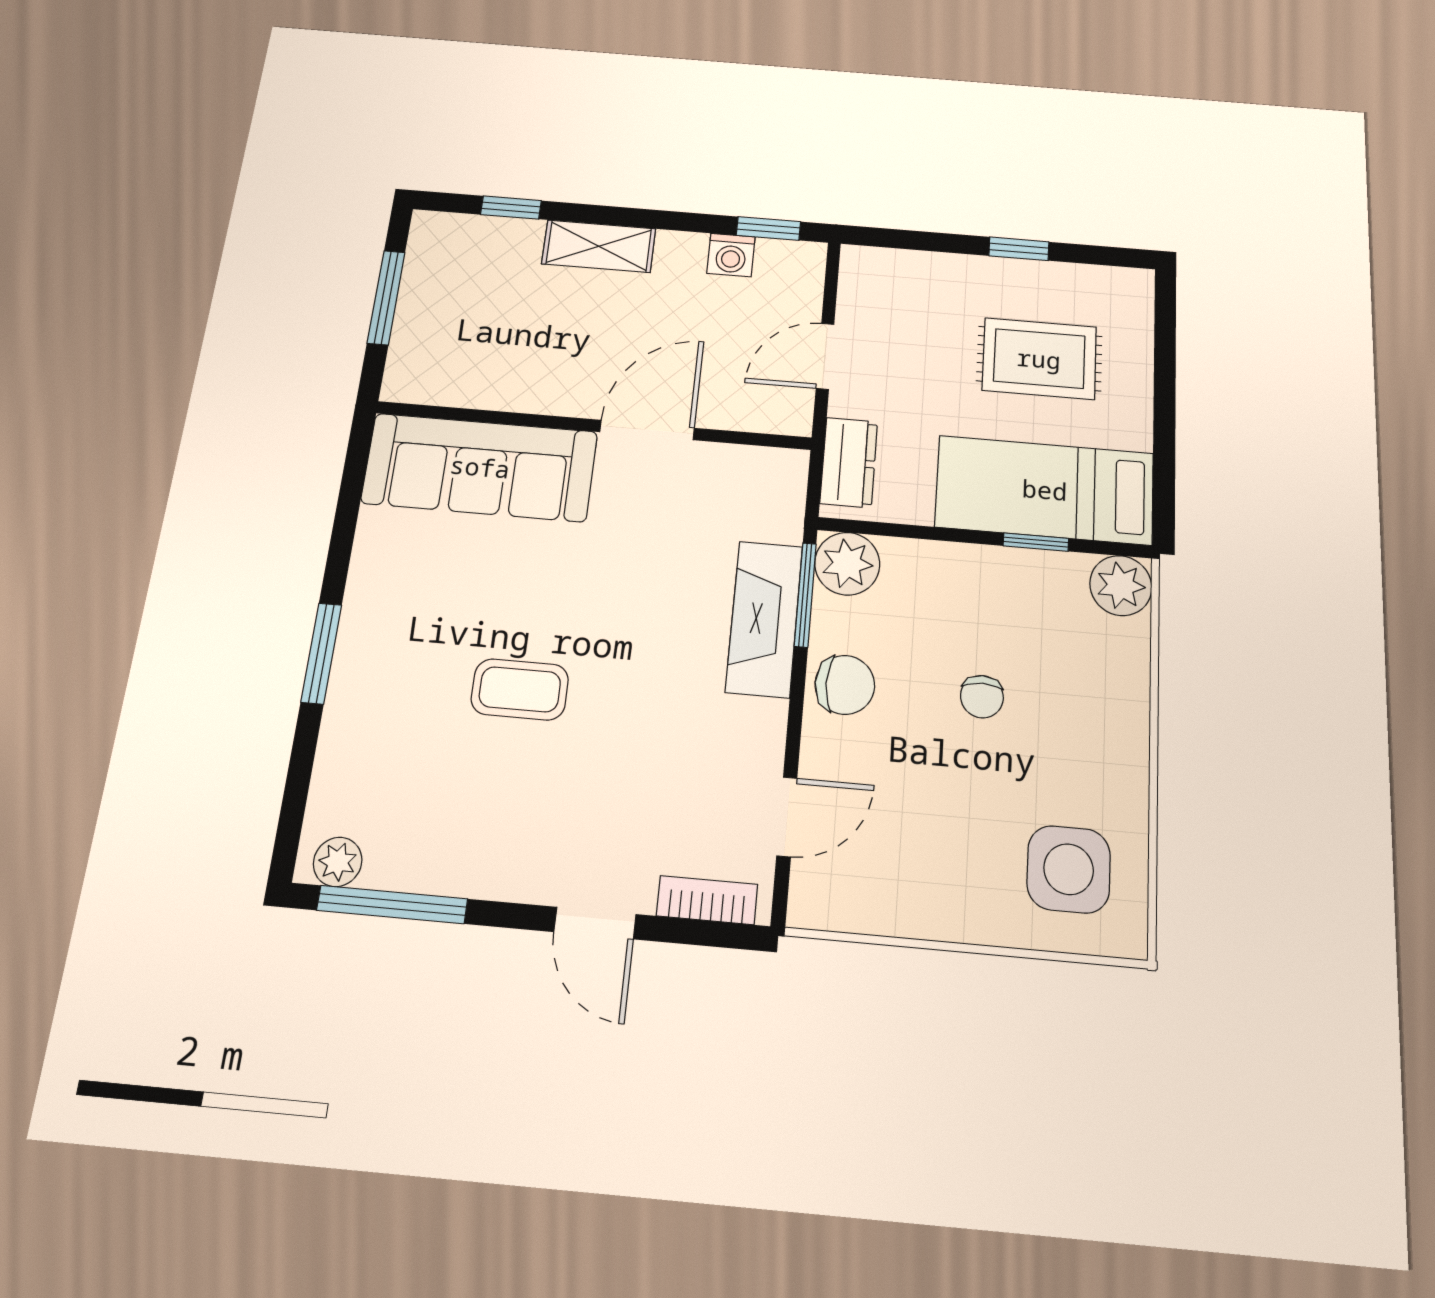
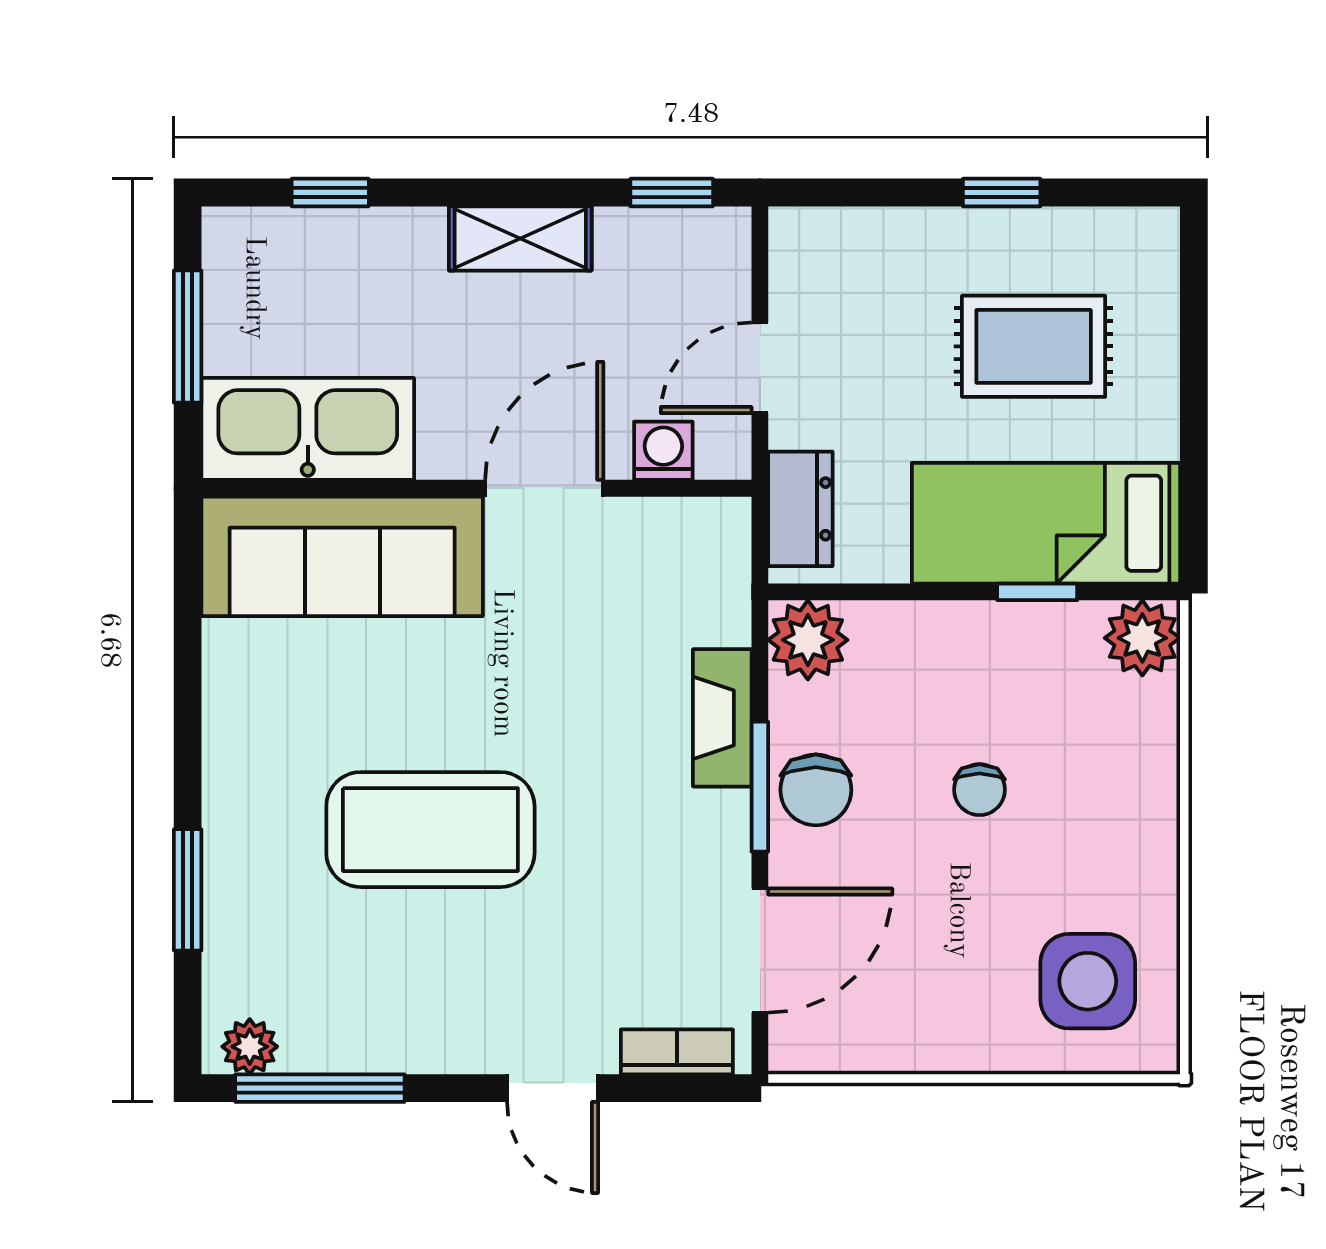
shelving: (599, 246) -> (520, 238), moved
washing machine: (731, 255) -> (663, 451), moved, turned 180
kitchen sink: (468, 371) -> (308, 429), added
window: (805, 595) -> (760, 787), moved
fireplace: (764, 619) -> (722, 718), width x0.73, depth x0.76
window: (321, 653) -> (188, 890), moved
chair: (845, 685) -> (816, 790), turned 90
coffee table: (520, 689) -> (430, 830), width x1.86, depth x1.72
door: (787, 817) -> (760, 950), width x1.38

